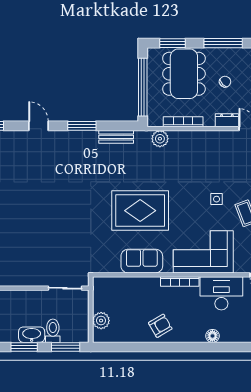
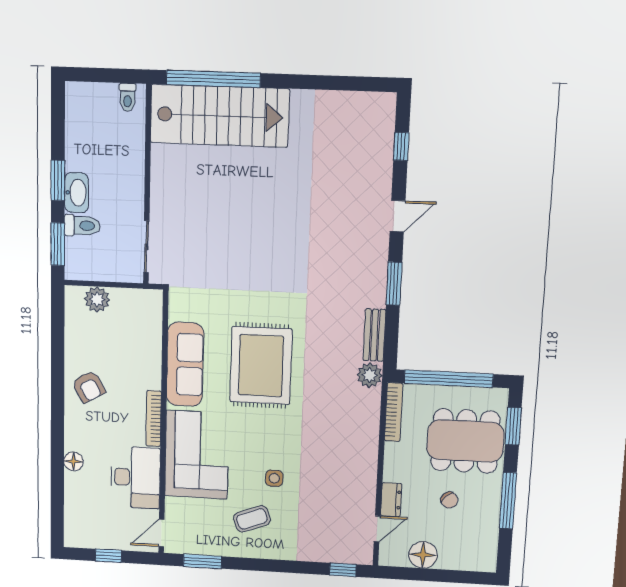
bookcase: (183, 122) -> (394, 412), moved
plant: (160, 139) -> (370, 375), moved
sofa: (142, 261) -> (185, 364), width x1.36

